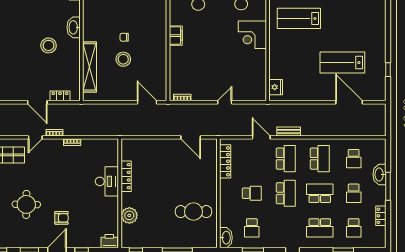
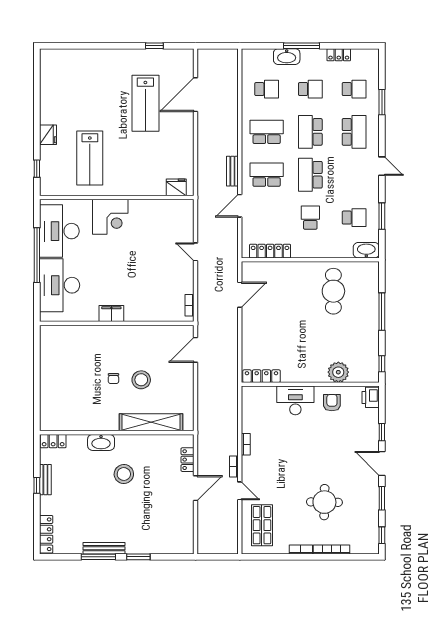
locker: (126, 176) -> (261, 376), moved
school desk: (286, 193) -> (310, 175), turned -90
armchair: (61, 218) -> (332, 403), moved

